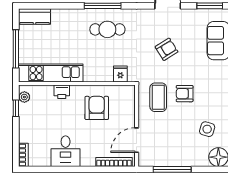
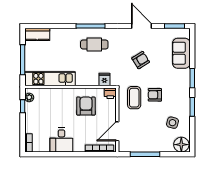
printer: (62, 92) -> (110, 93), moved

